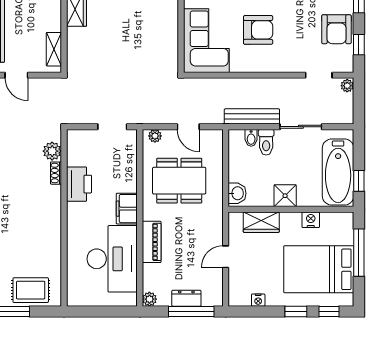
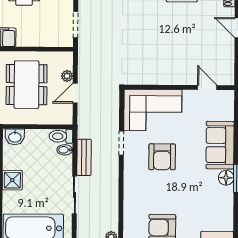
doorway: (319, 75) -> (121, 143), moved
bench: (252, 116) -> (84, 157), width x0.73
plant: (155, 136) -> (67, 76), moved
toilet: (266, 142) -> (61, 136), moved

